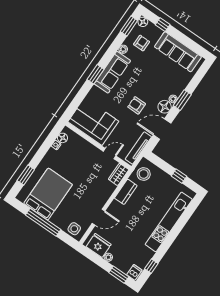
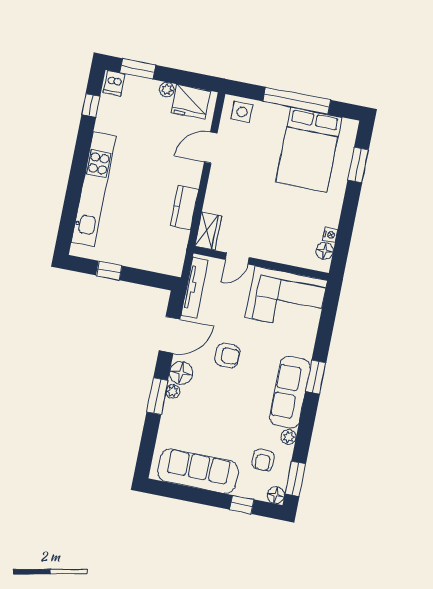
stool: (144, 174) -> (168, 249), removed

